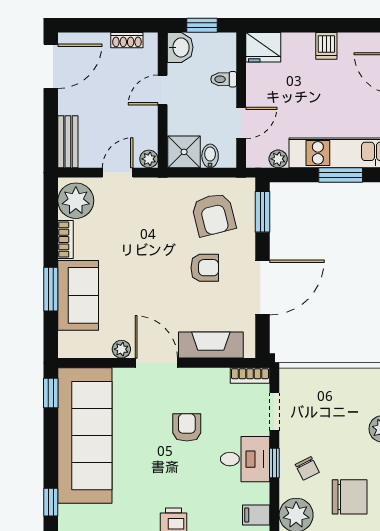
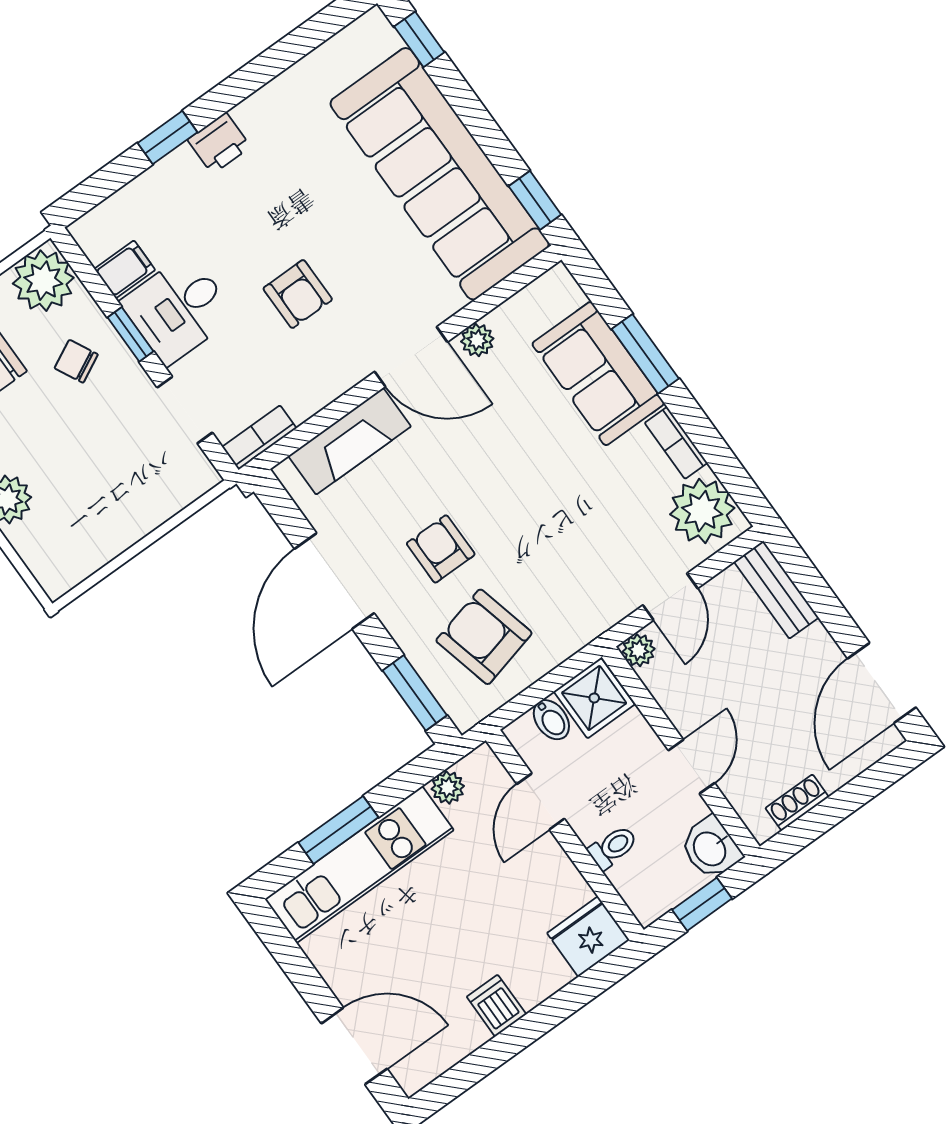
armchair: (205, 268) -> (441, 549), turned 90
filing cabinet: (256, 515) -> (125, 269), moved

